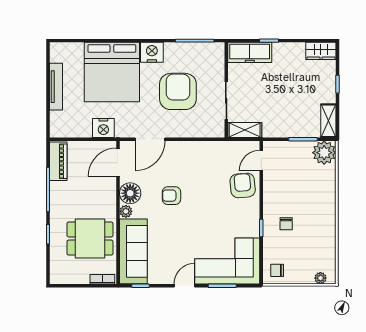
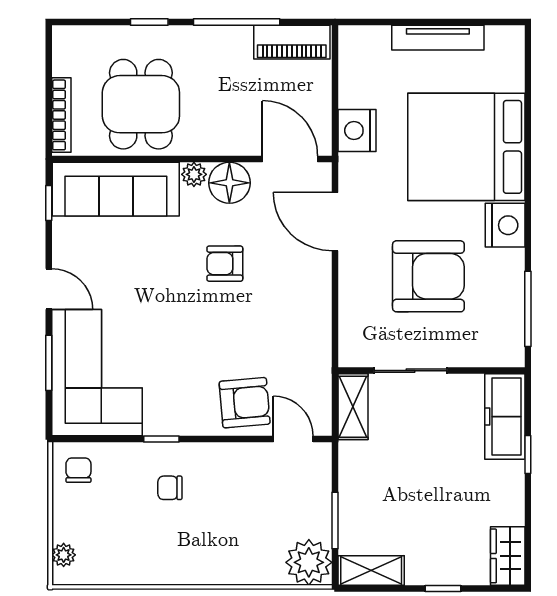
armchair: (172, 196) -> (225, 264), turned -90
bookcase: (102, 279) -> (61, 115), width x1.56

